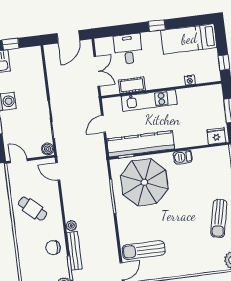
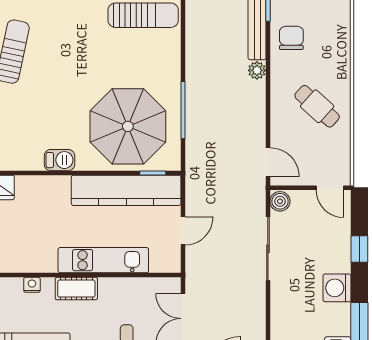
cot: (132, 85) -> (76, 289), moved
chair: (53, 248) -> (291, 38), turned -95

